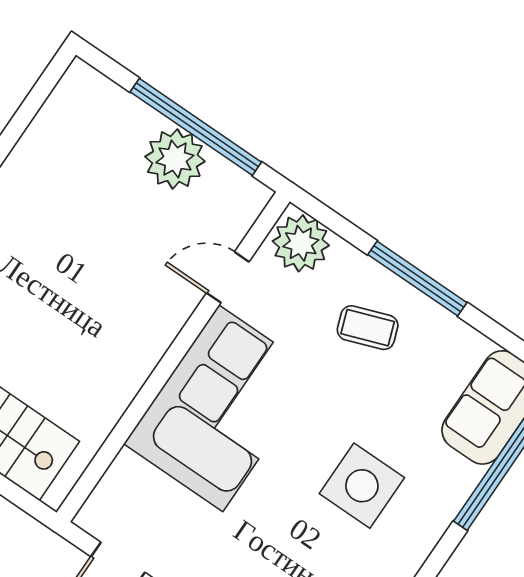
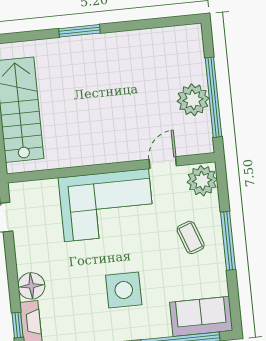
door: (228, 277) -> (163, 163), hinge flipped

